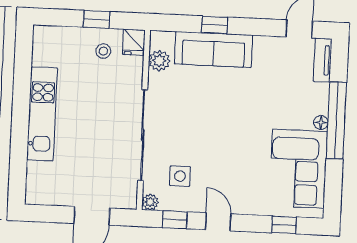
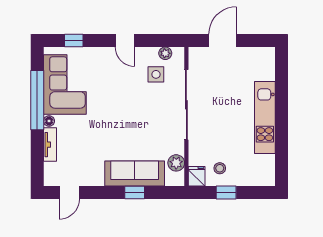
tv unit: (323, 60) -> (50, 145), moved
window: (336, 120) -> (37, 100), moved
plant: (150, 202) -> (165, 53), moved
window: (175, 220) -> (158, 41), removed

